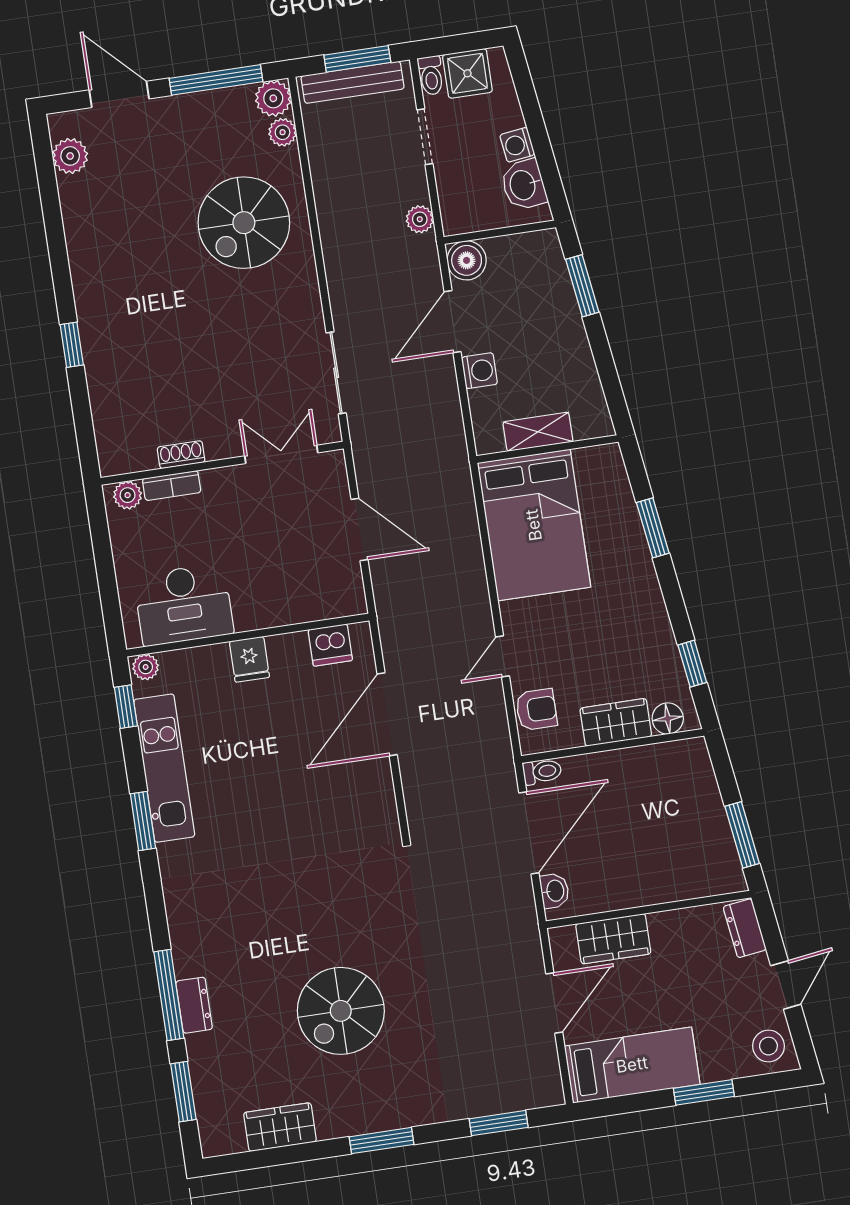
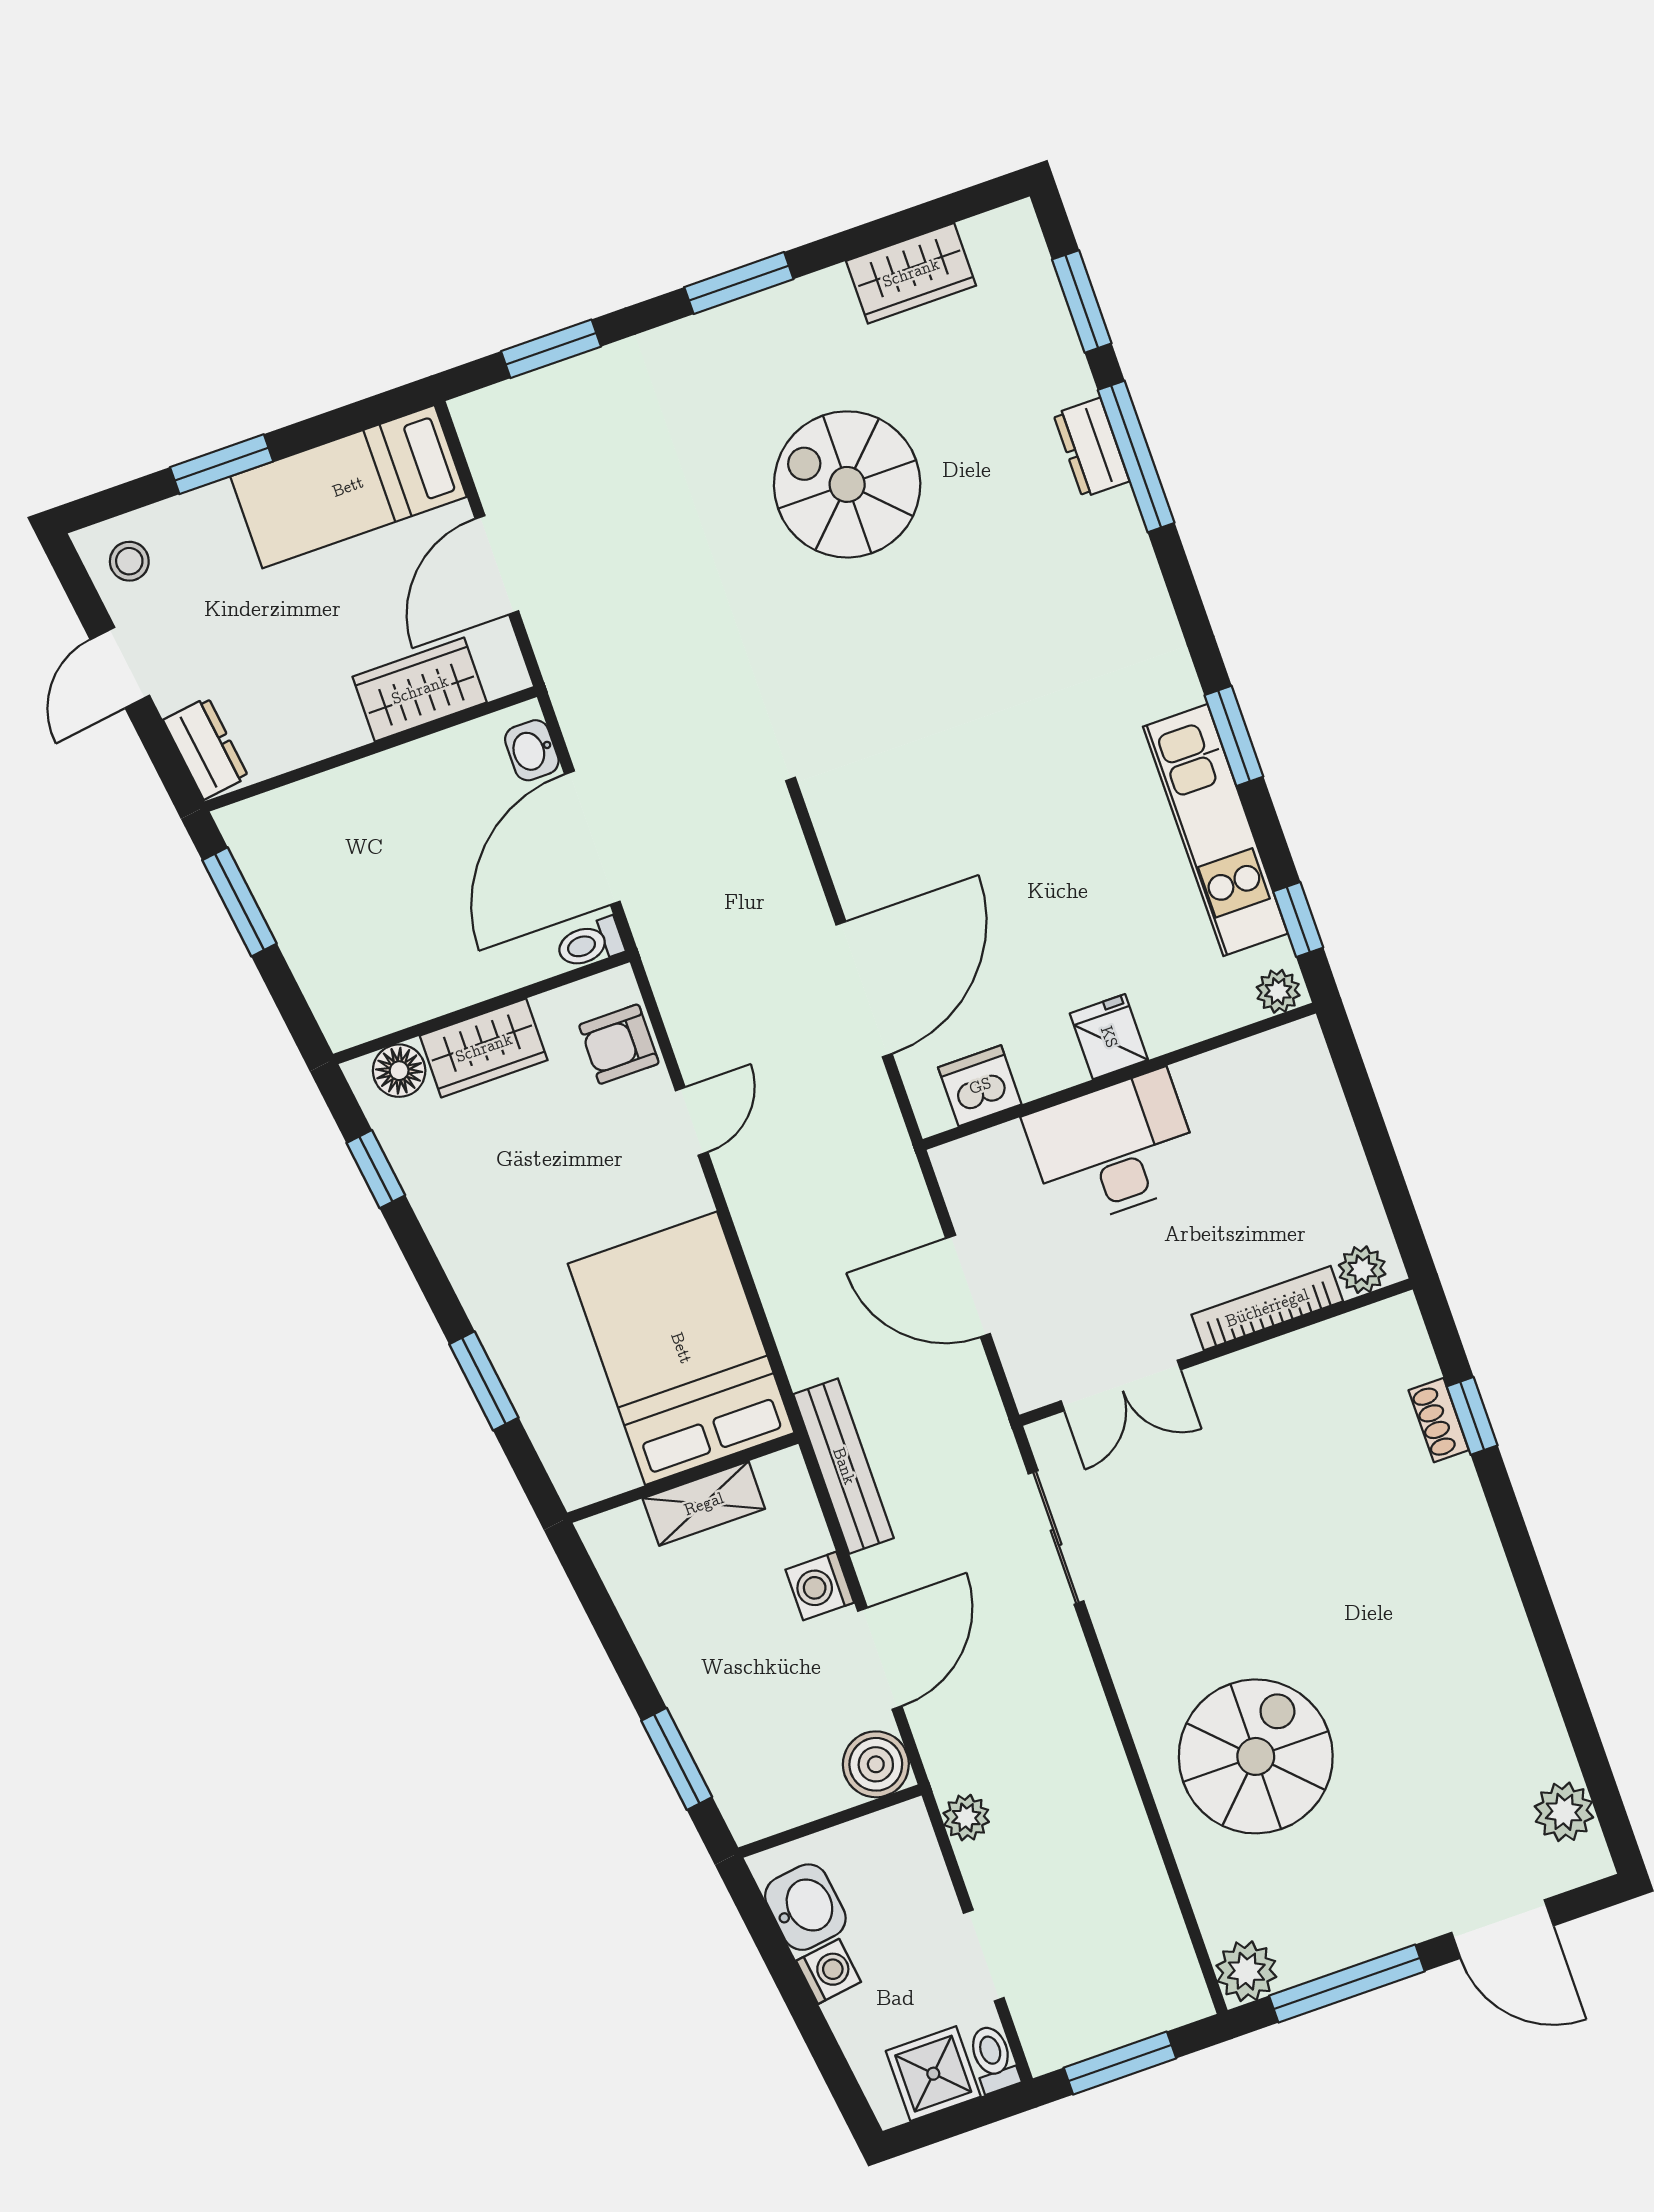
bench: (353, 82) -> (844, 1466), moved, turned 90
plant: (283, 132) -> (1220, 1918), removed
window: (72, 345) -> (1472, 1416), moved
shoe rack: (181, 455) -> (1439, 1420), moved, turned 90
bookcase: (172, 486) -> (1267, 1308), width x1.56
desk: (184, 605) -> (1113, 1149), moved
spiral stairs: (341, 1011) -> (847, 484), turned -90
stool: (768, 1046) -> (129, 561), width x0.73, depth x0.73

